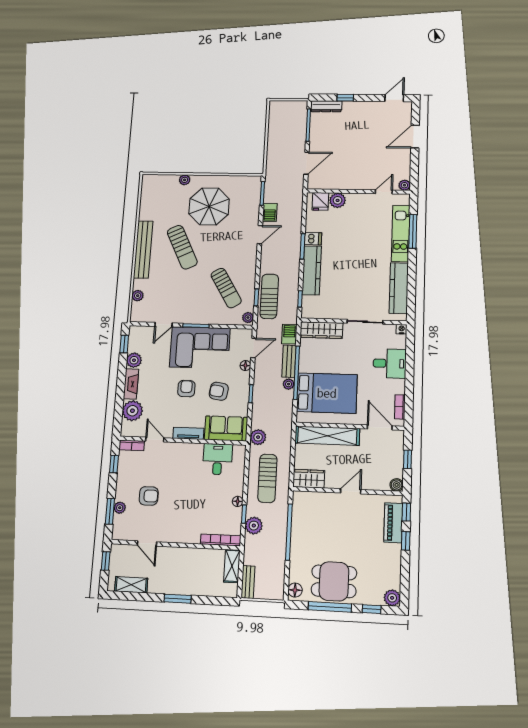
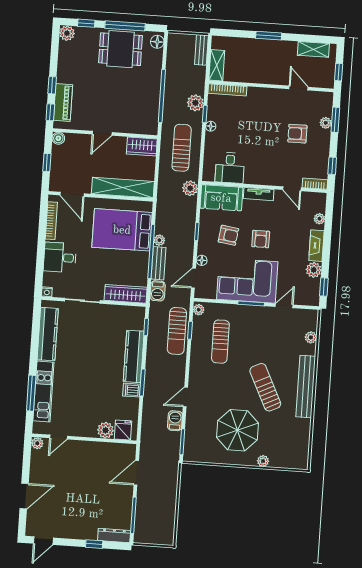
sun lounger: (226, 288) -> (220, 342), turned -149
bookcase: (400, 407) -> (51, 221), width x1.56
plant: (132, 411) -> (319, 219), width x0.53, depth x0.53

